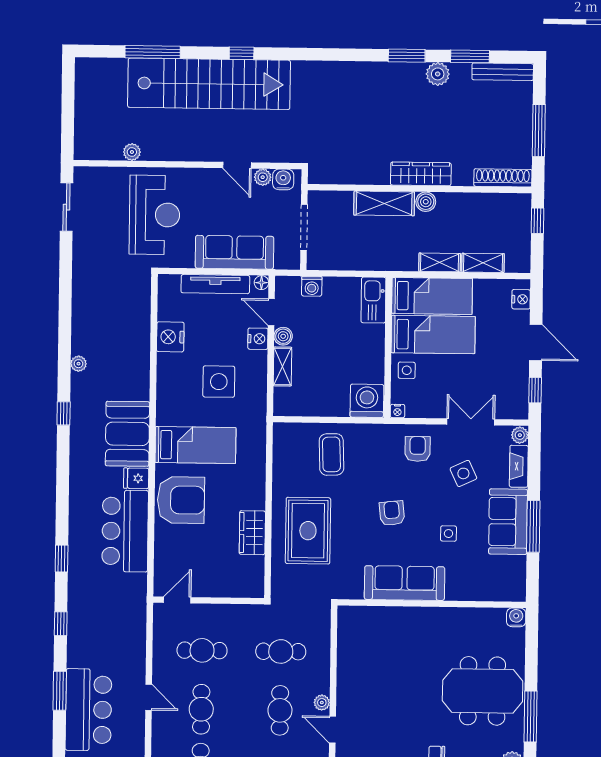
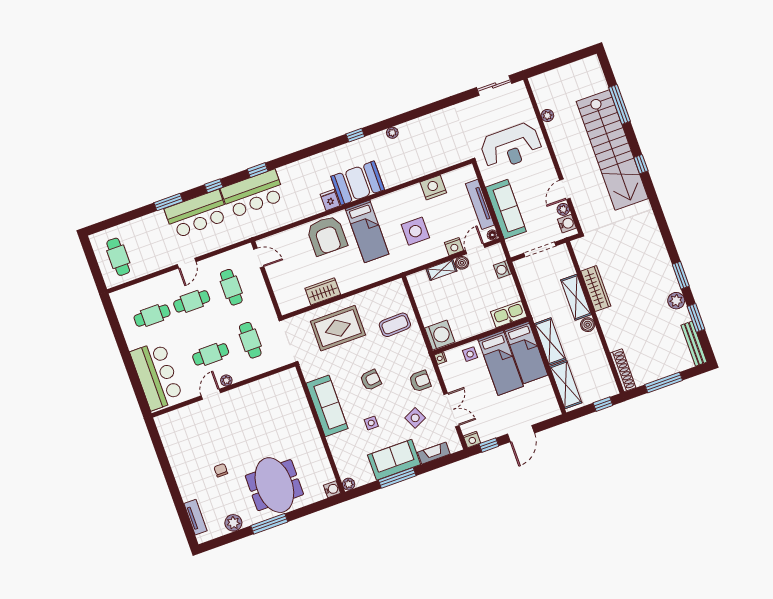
wardrobe: (421, 174) -> (596, 289), moved
shelving: (440, 262) -> (550, 341), width x1.50, depth x1.33
shelving: (483, 263) -> (566, 385), width x1.50, depth x1.33
nightstand: (521, 299) -> (472, 439), moved
plant: (520, 435) -> (349, 484), moved
bar counter: (125, 531) -> (253, 194), moved, turned 180
bar counter: (88, 710) -> (197, 214), moved

